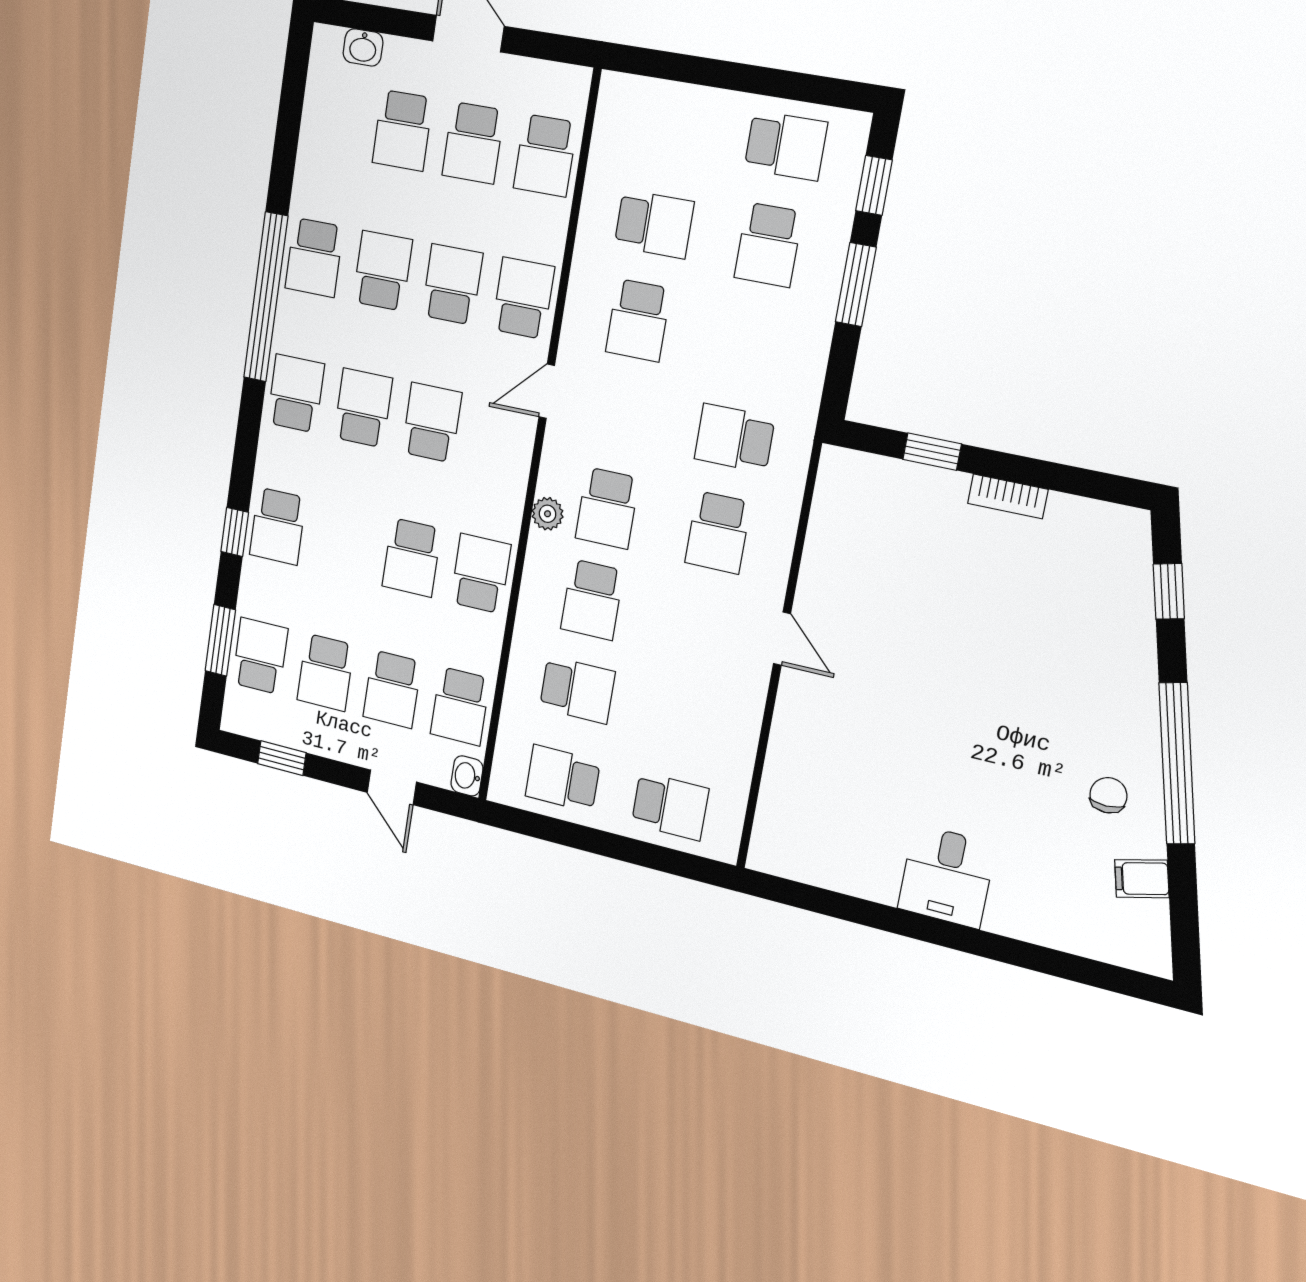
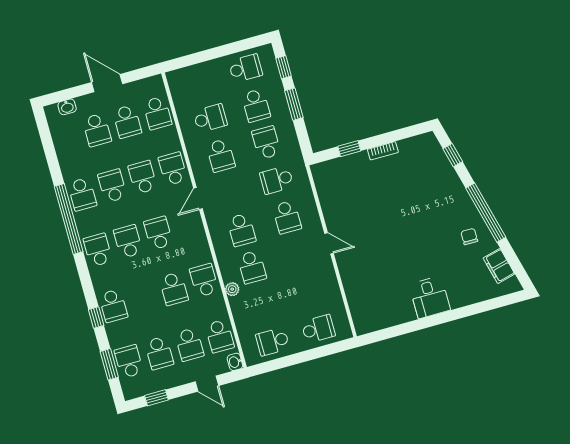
plant: (548, 514) -> (232, 289), moved
school desk: (577, 690) -> (266, 143), moved, turned -90
filing cabinet: (1142, 879) -> (499, 266), width x2.00

